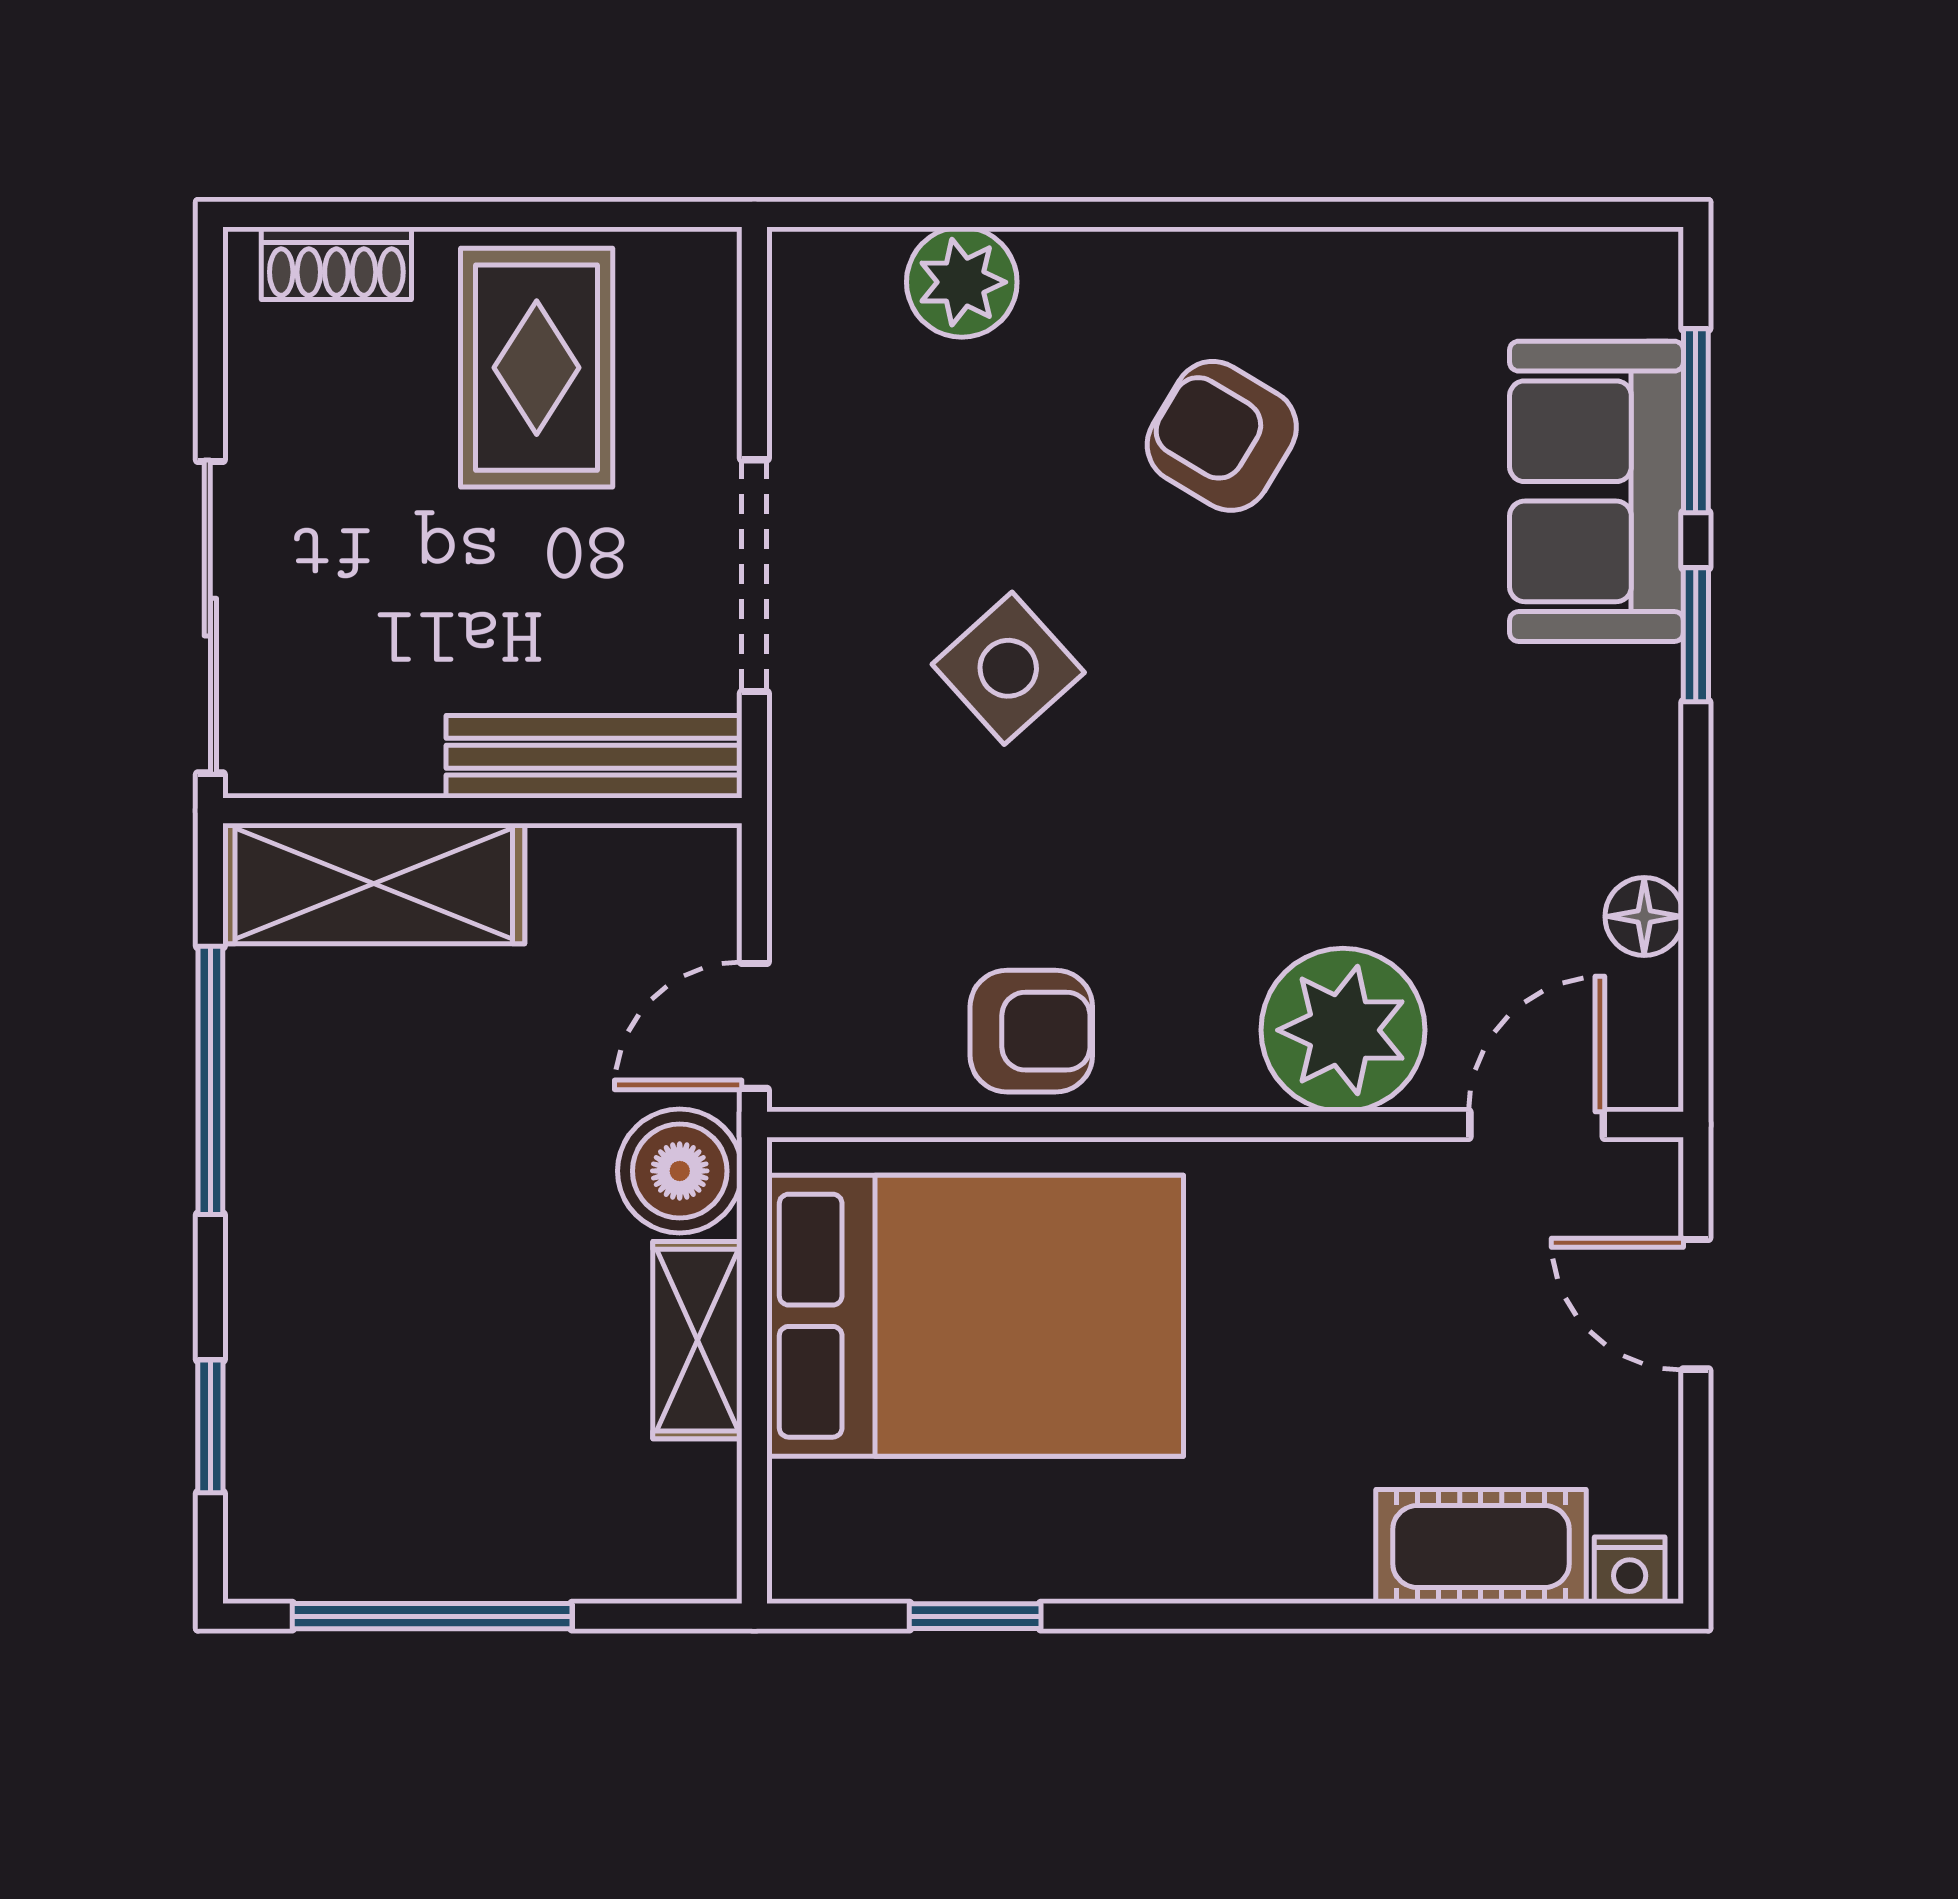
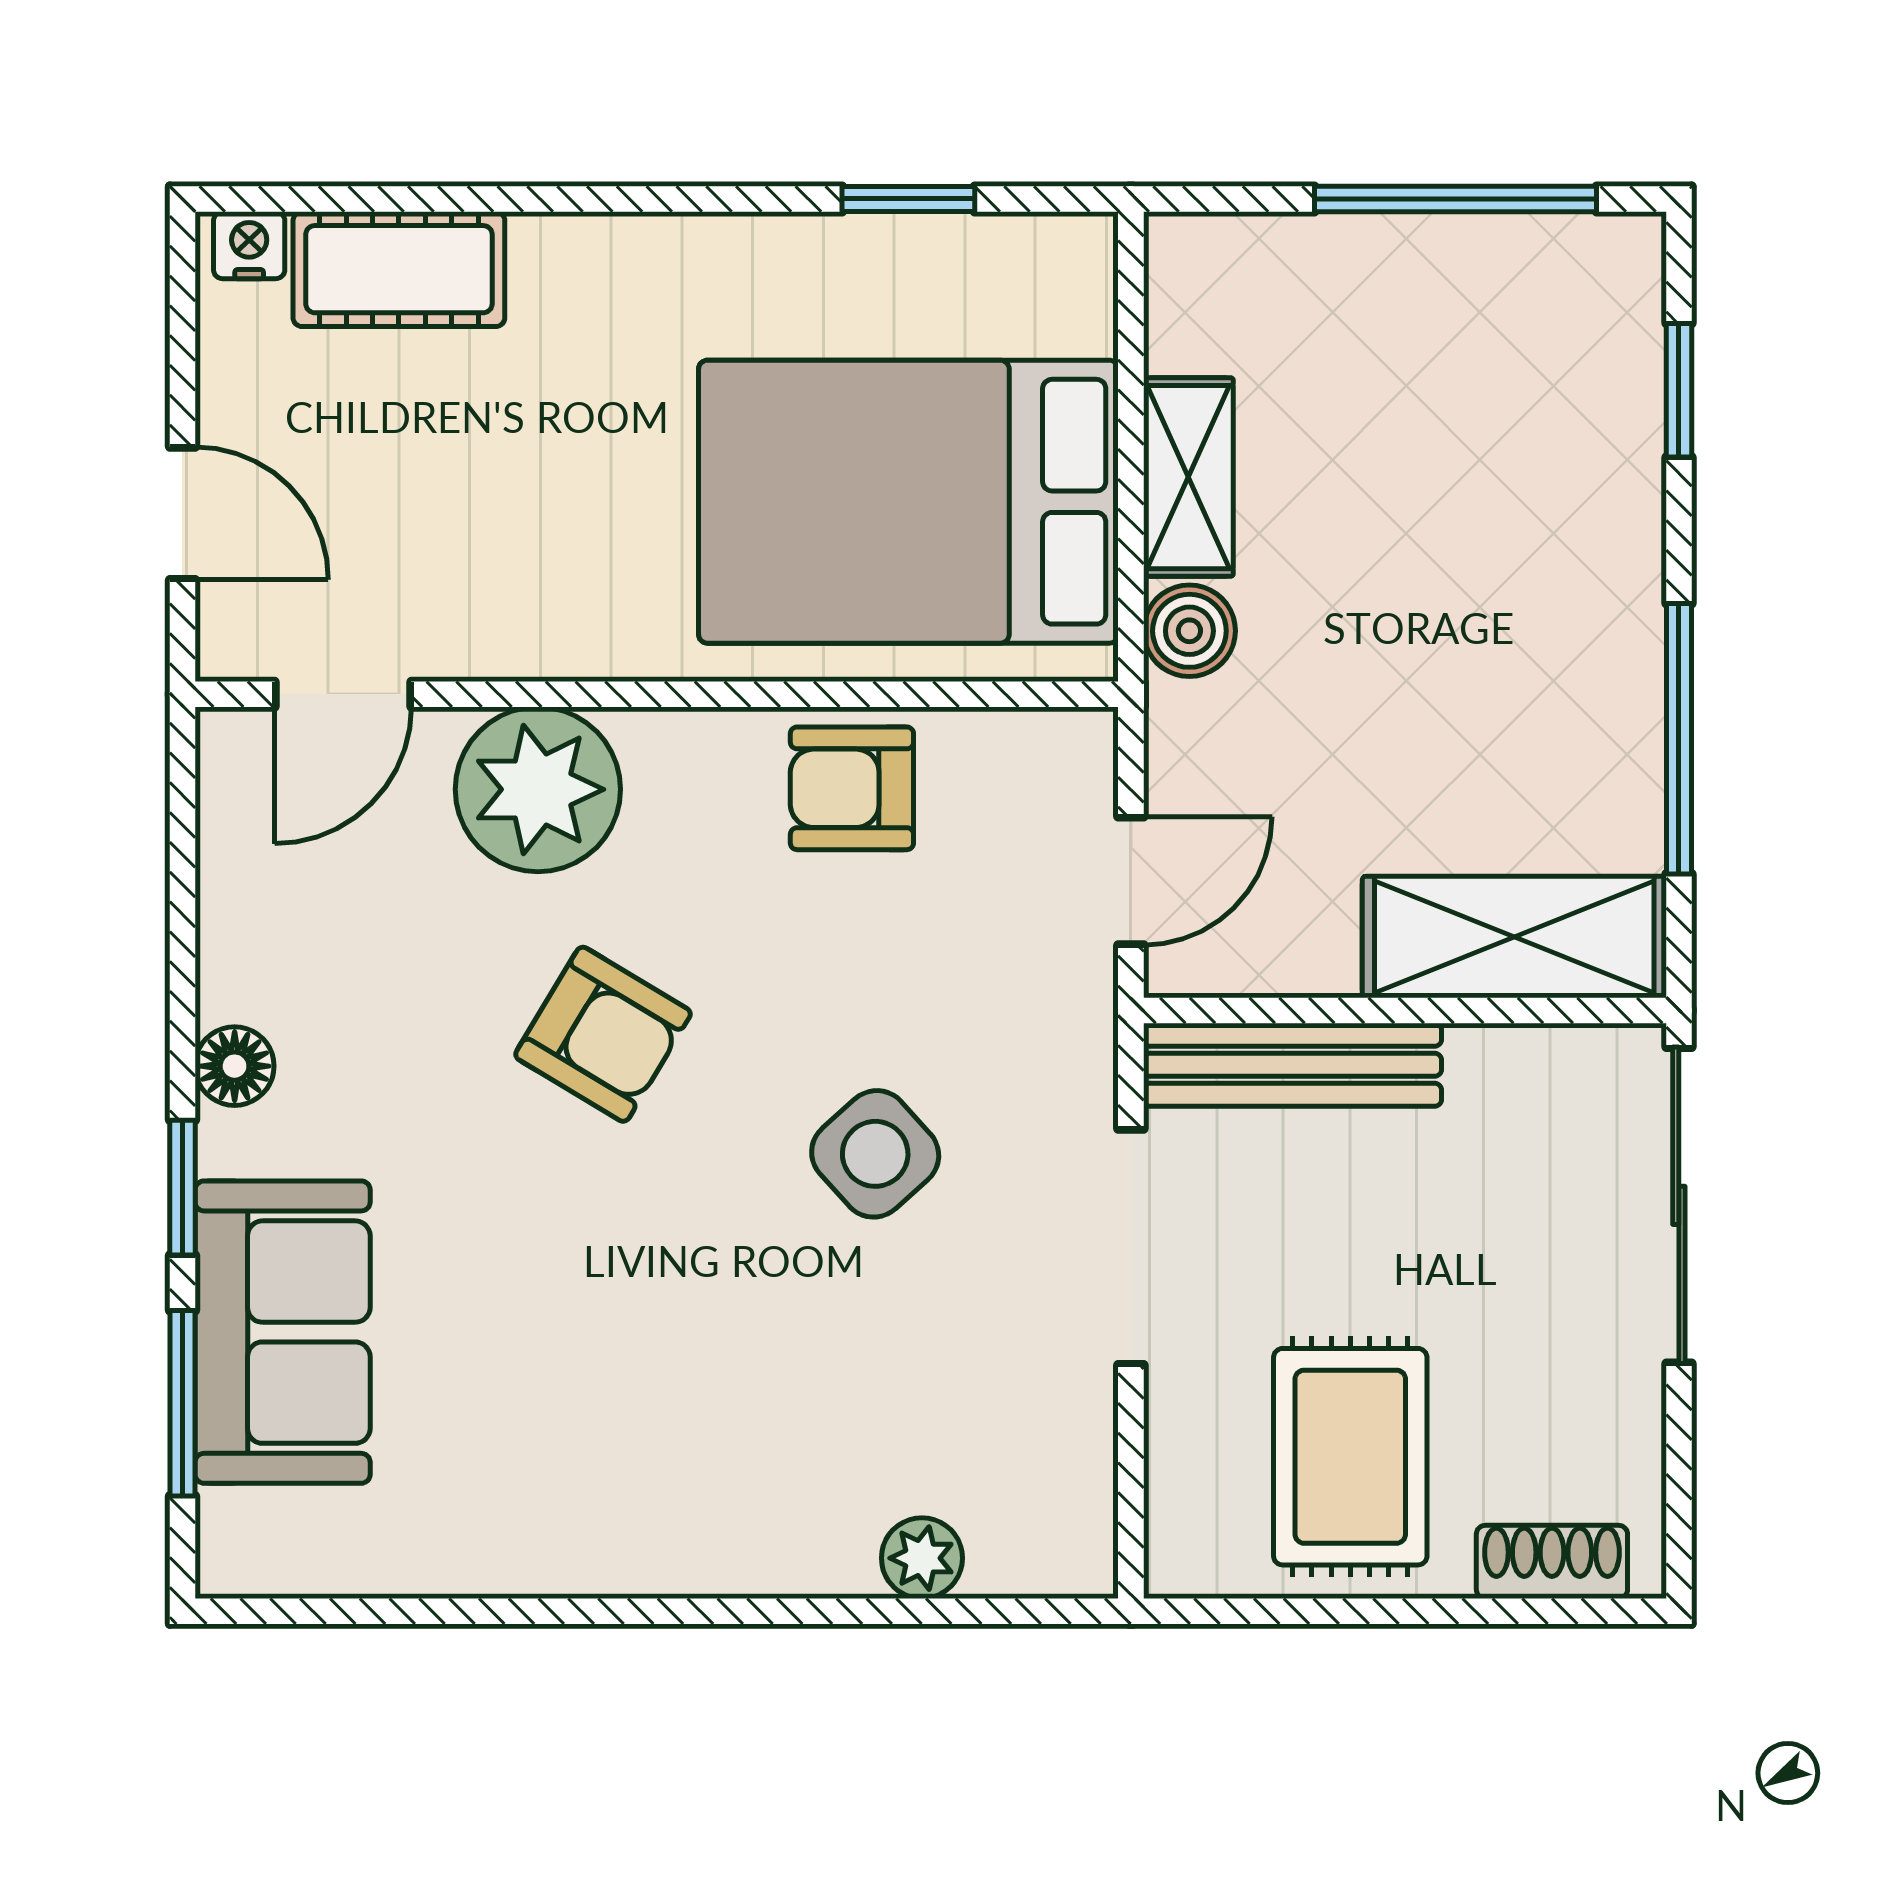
plant: (962, 282) -> (922, 1558), width x0.73, depth x0.73
armchair: (1222, 436) -> (603, 1034), moved
floor lamp: (1644, 916) -> (235, 1066), moved
door: (754, 1026) -> (1131, 881), moved
boiler: (680, 1171) -> (1189, 631), width x0.73, depth x0.73

